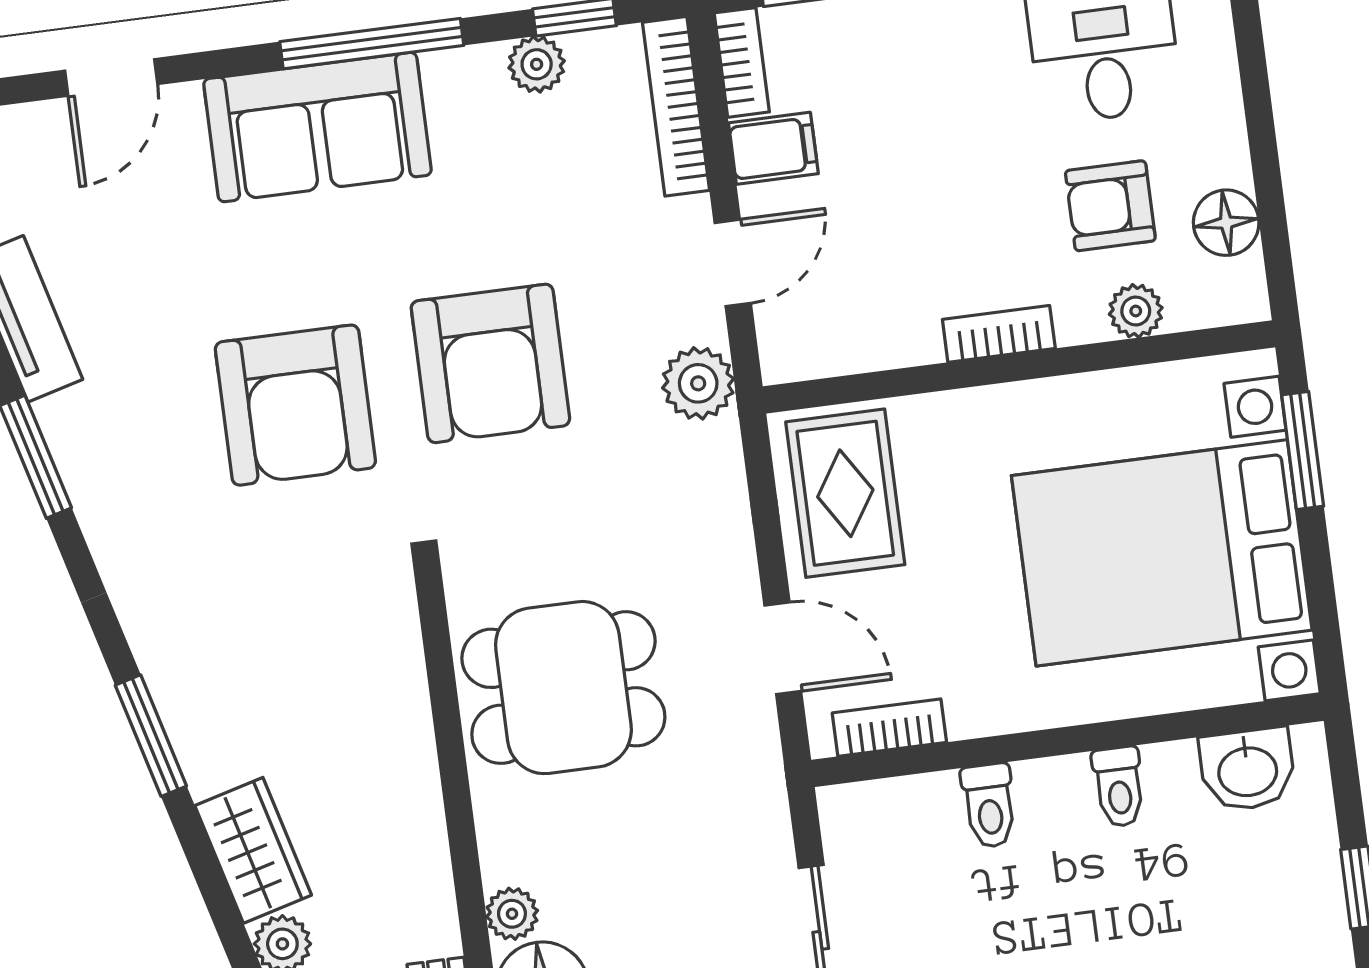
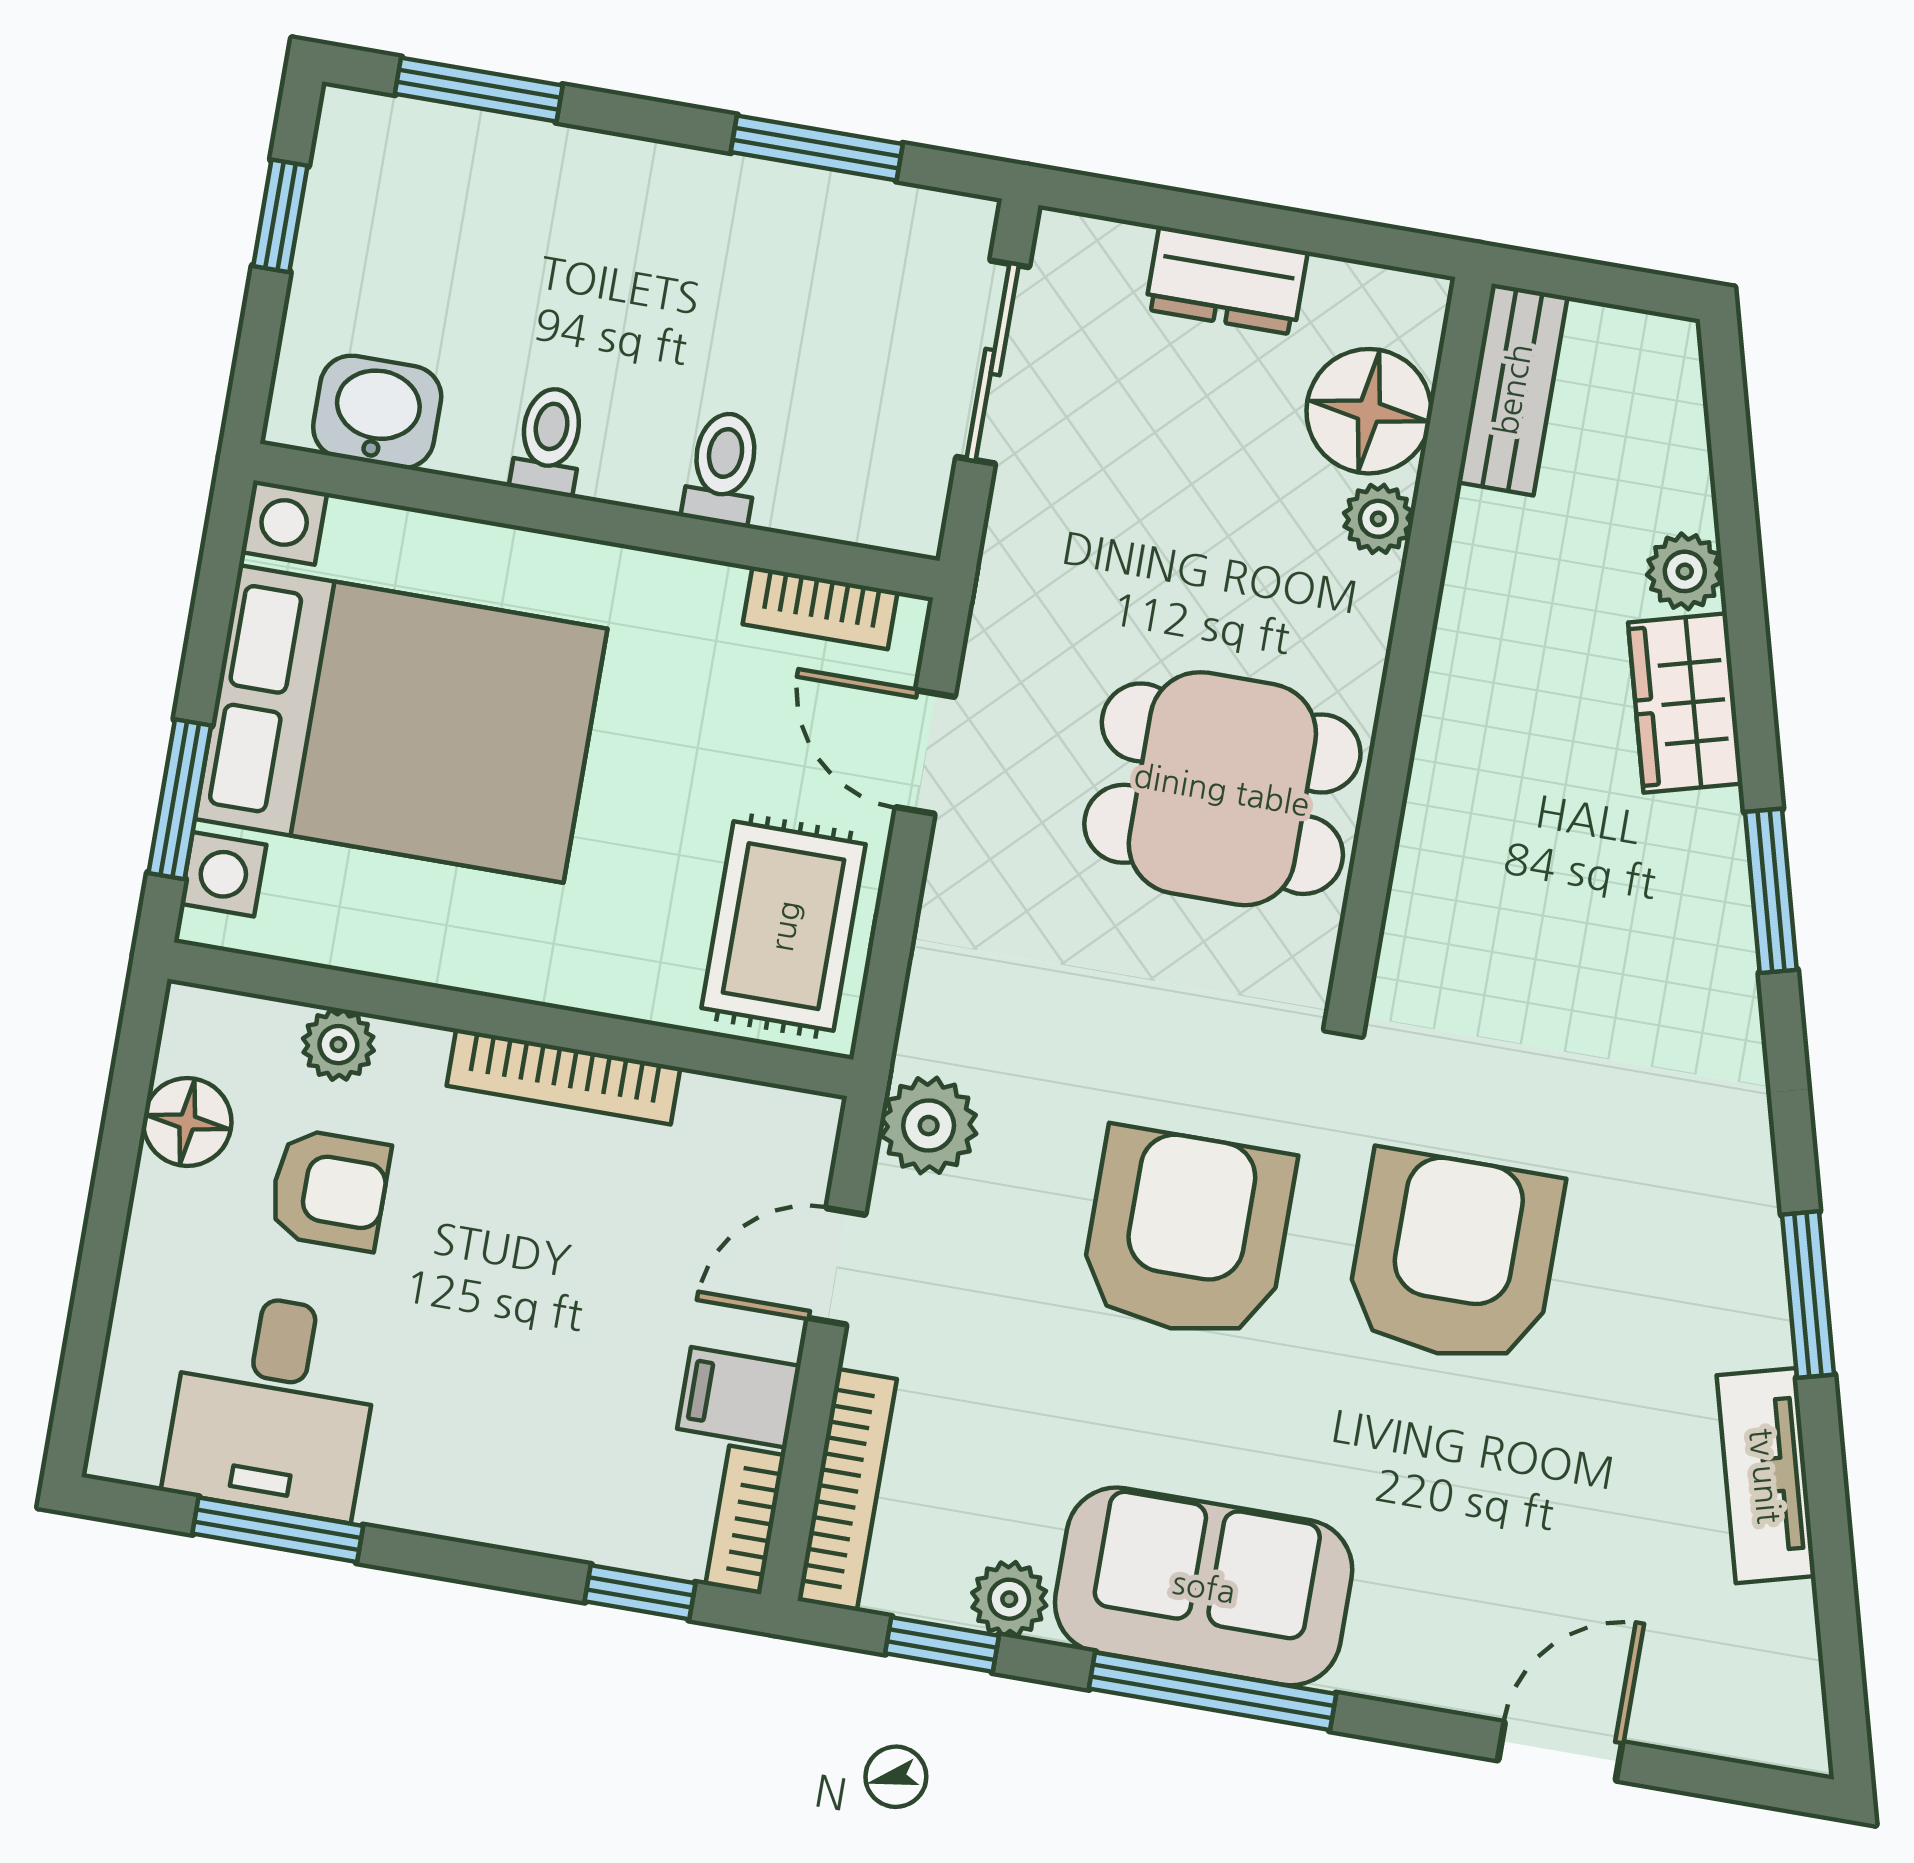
sofa: (317, 127) -> (1204, 1586), moved
bookcase: (999, 334) -> (563, 1077), width x1.56

